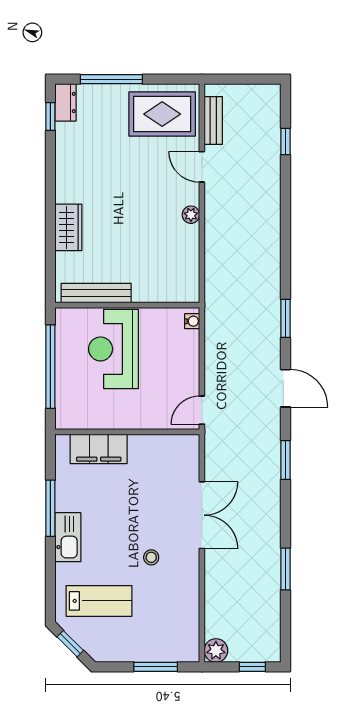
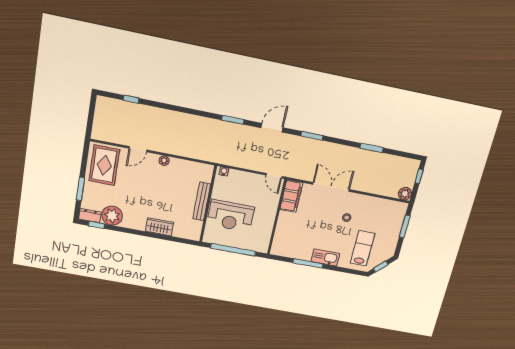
window: (111, 79) -> (80, 189), width x0.69
bench: (213, 121) -> (112, 138), removed
plant: (73, 141) -> (112, 216), added
bench: (96, 293) -> (202, 201), moved
filing cabinet: (99, 449) -> (291, 196), moved

